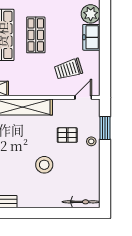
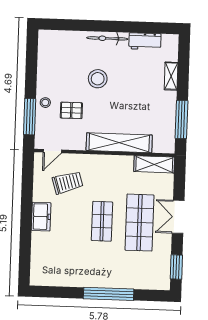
plant: (91, 14) -> (41, 242), removed
window: (105, 128) -> (30, 117), width x1.44
bicycle: (81, 202) -> (107, 38), moved

